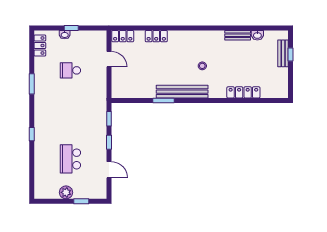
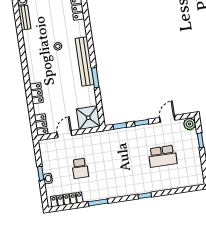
locker: (40, 46) -> (67, 199), width x1.53
shower: (123, 87) -> (88, 118), added
plant: (66, 192) -> (190, 124), moved

